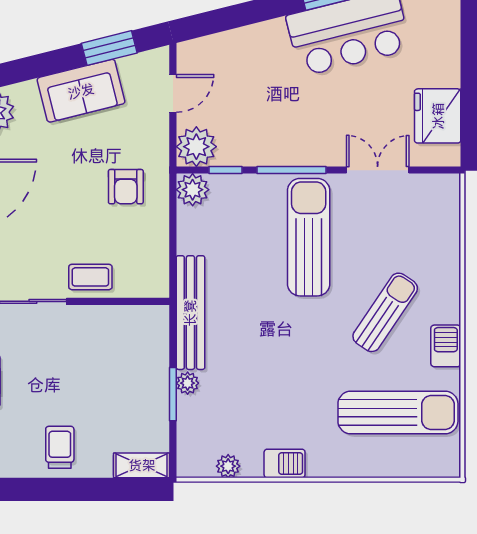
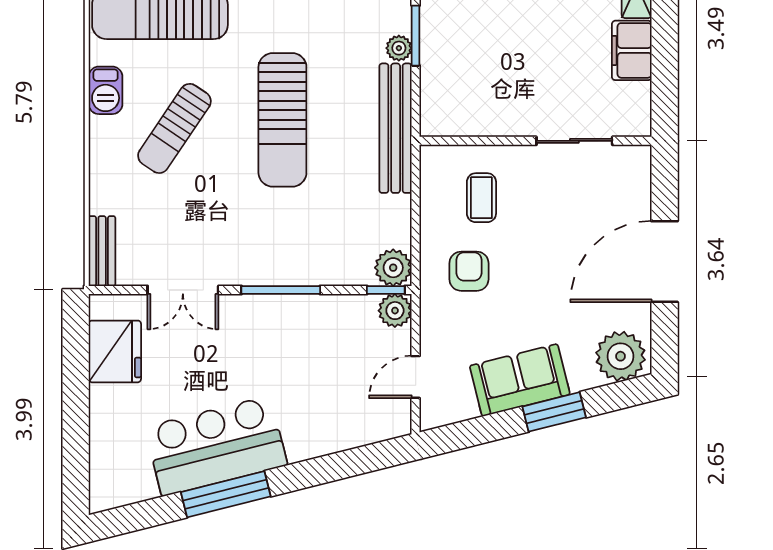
window: (109, 48) -> (554, 412), moved
plant: (196, 147) -> (395, 311), width x0.73, depth x0.73
window: (225, 170) -> (386, 290), moved
bench: (449, 204) -> (102, 251), added
sun lounger: (309, 237) -> (282, 120), moved
coffee table: (90, 277) -> (481, 198), moved, turned 90

